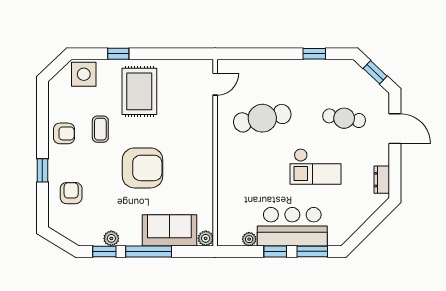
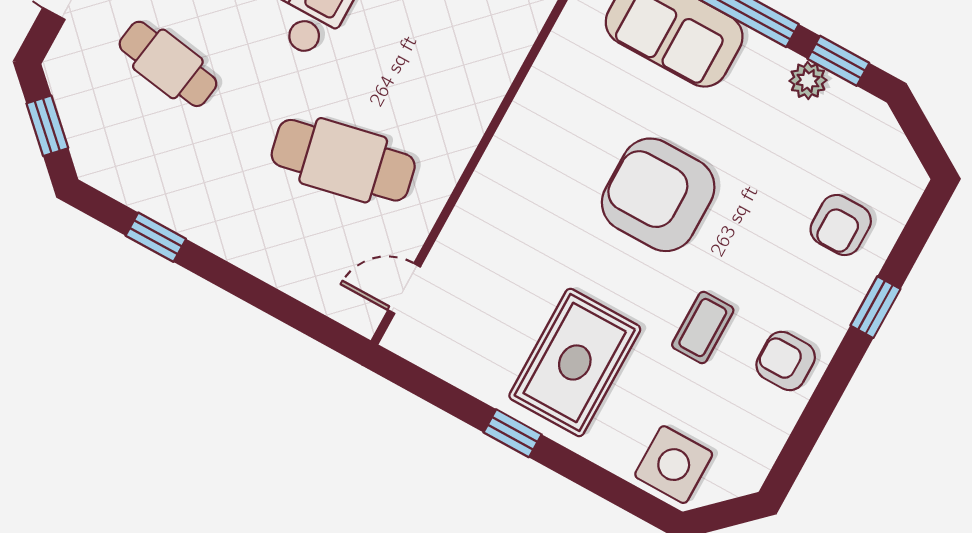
window: (118, 54) -> (512, 433), moved

